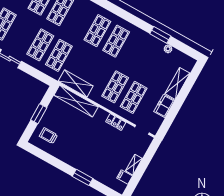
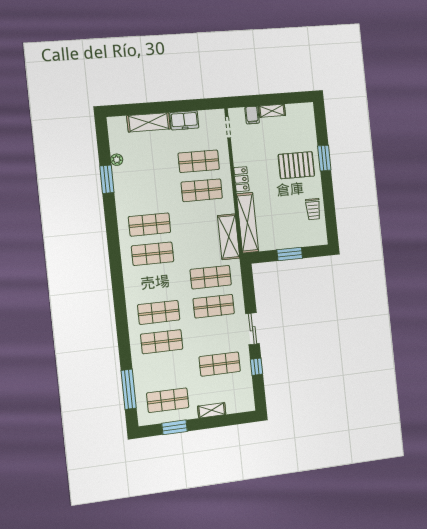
locker: (116, 122) -> (241, 179), moved
trolley: (48, 136) -> (313, 209), moved
pallet: (90, 156) -> (296, 165), added
filing cabinet: (125, 177) -> (252, 115), moved

